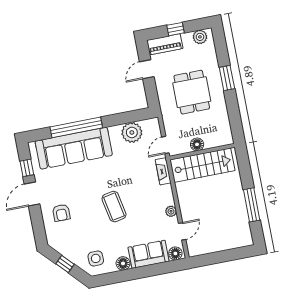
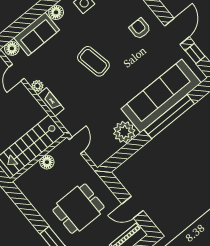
door: (147, 69) -> (132, 207), swing flipped
dining table: (192, 92) -> (78, 209), turned 90
plant: (132, 132) -> (124, 132), moved
fireplace: (163, 171) -> (51, 102), moved

